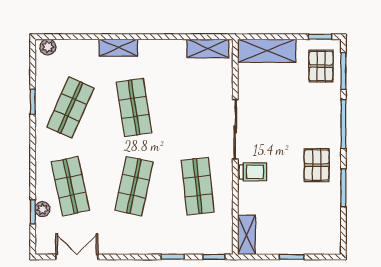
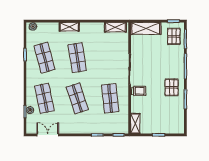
shop shelf: (70, 107) -> (44, 58), turned -39
shop shelf: (134, 186) -> (77, 98), turned -30

